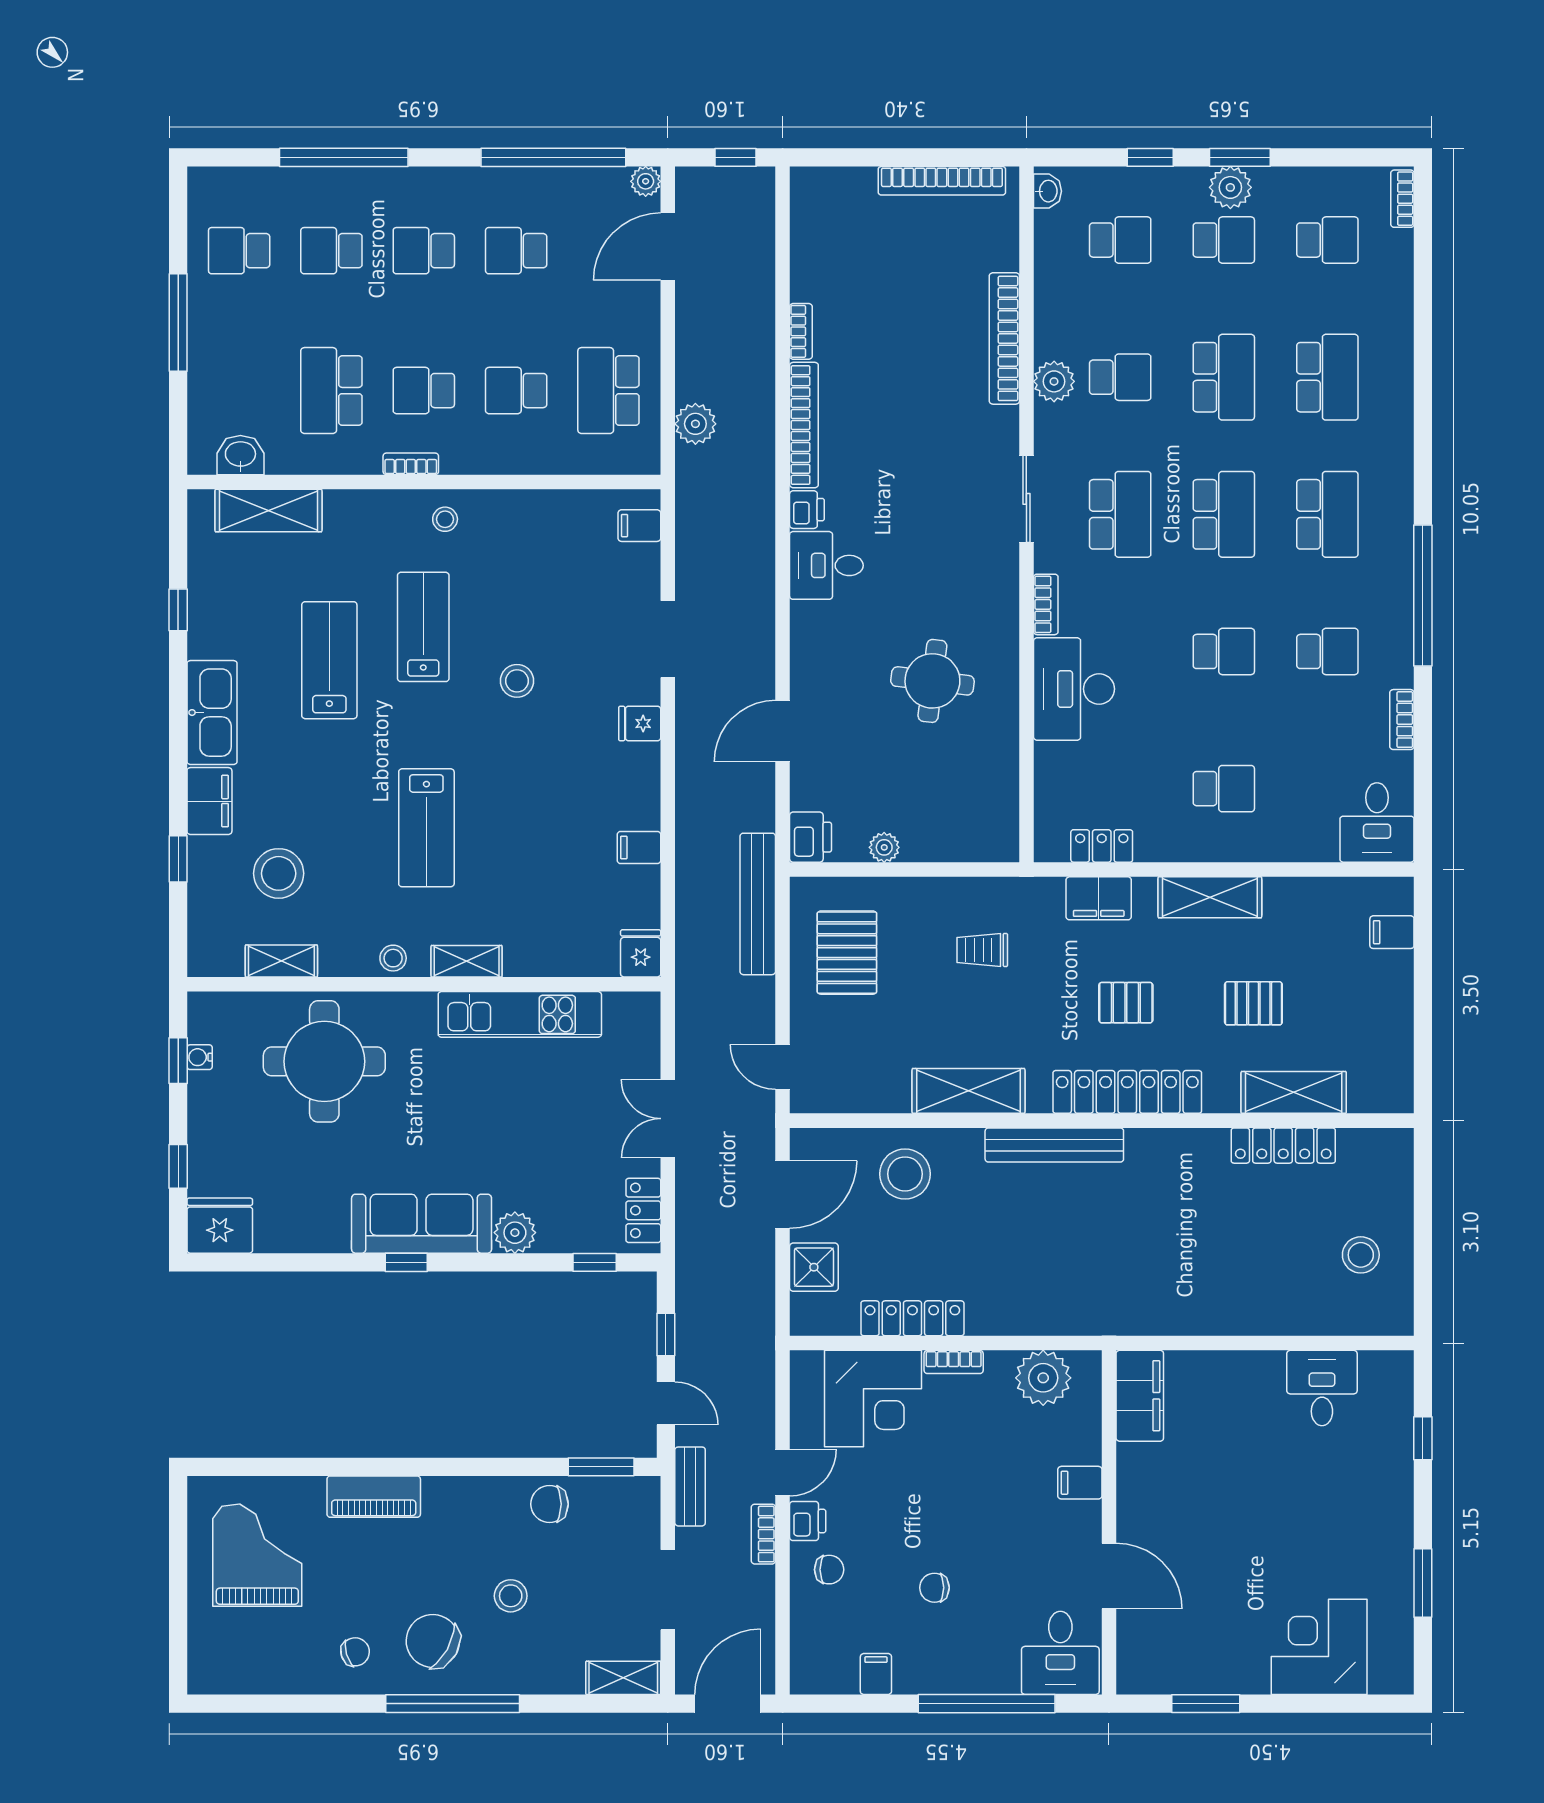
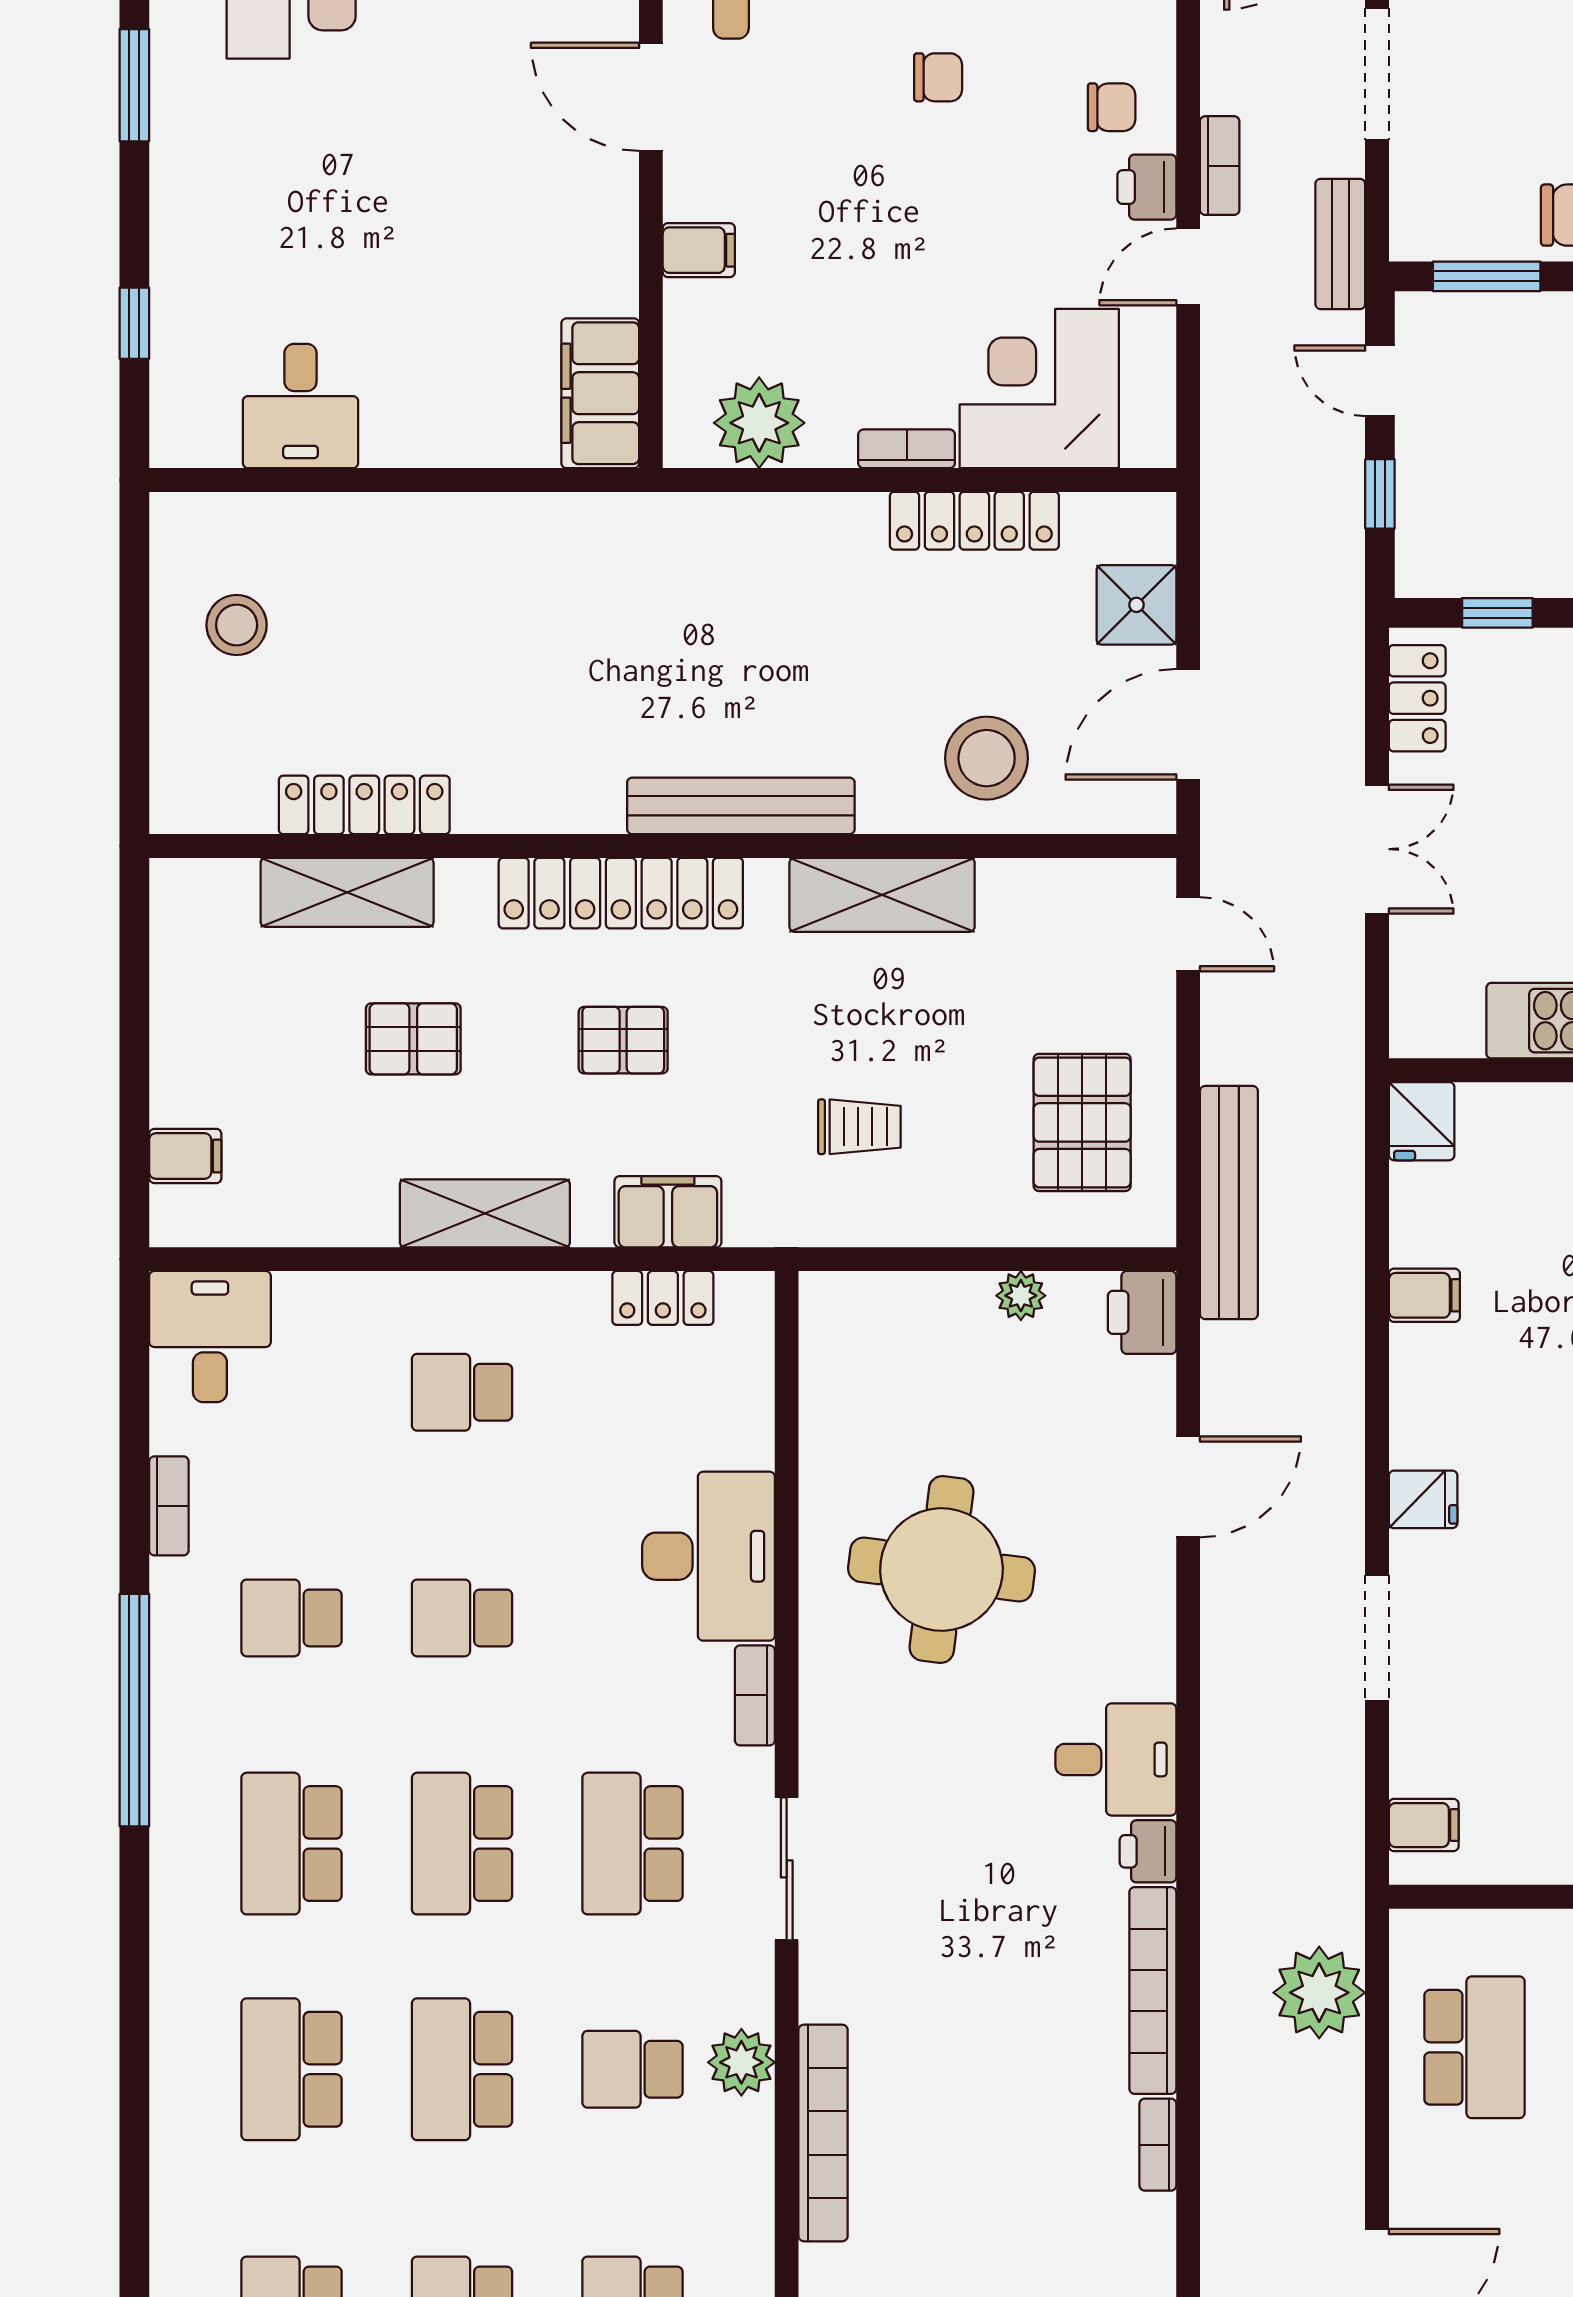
plant: (695, 424) -> (1319, 1993), width x1.36, depth x1.36
round table: (932, 681) -> (941, 1569), width x1.36, depth x1.36
chair: (829, 1570) -> (1112, 107), turned 180

